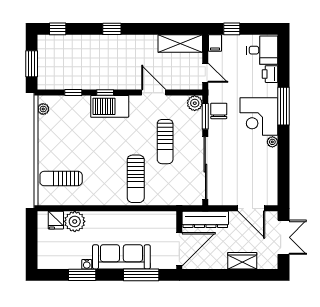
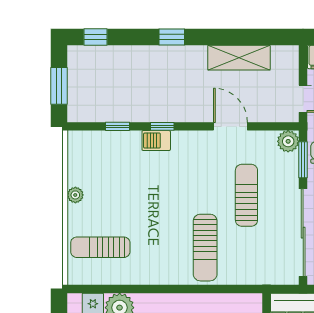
shelving: (180, 44) -> (239, 58), moved
barbecue: (110, 106) -> (156, 141), width x0.53, depth x0.65
plant: (43, 109) -> (75, 195), moved
sun lounger: (165, 142) -> (246, 195), turned 180

